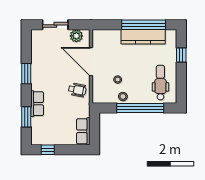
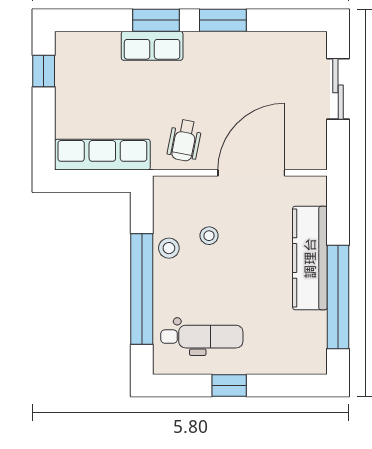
plant: (76, 36) -> (312, 138), removed
kitchen counter: (143, 37) -> (310, 258), moved
window: (181, 55) -> (229, 385), moved
window: (26, 117) -> (156, 20), moved
row of seats: (83, 131) -> (102, 155), width x1.48

